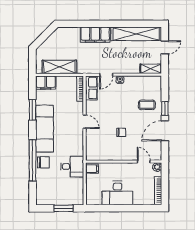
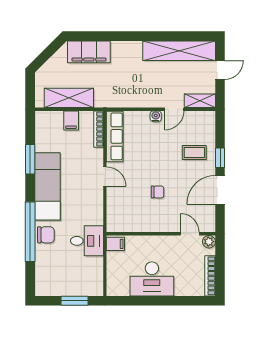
filing cabinet: (95, 35) -> (89, 52), moved
door: (106, 75) -> (174, 109), moved
filing cabinet: (46, 83) -> (71, 120), moved, width x0.50
row of seats: (91, 88) -> (115, 136), width x1.48

